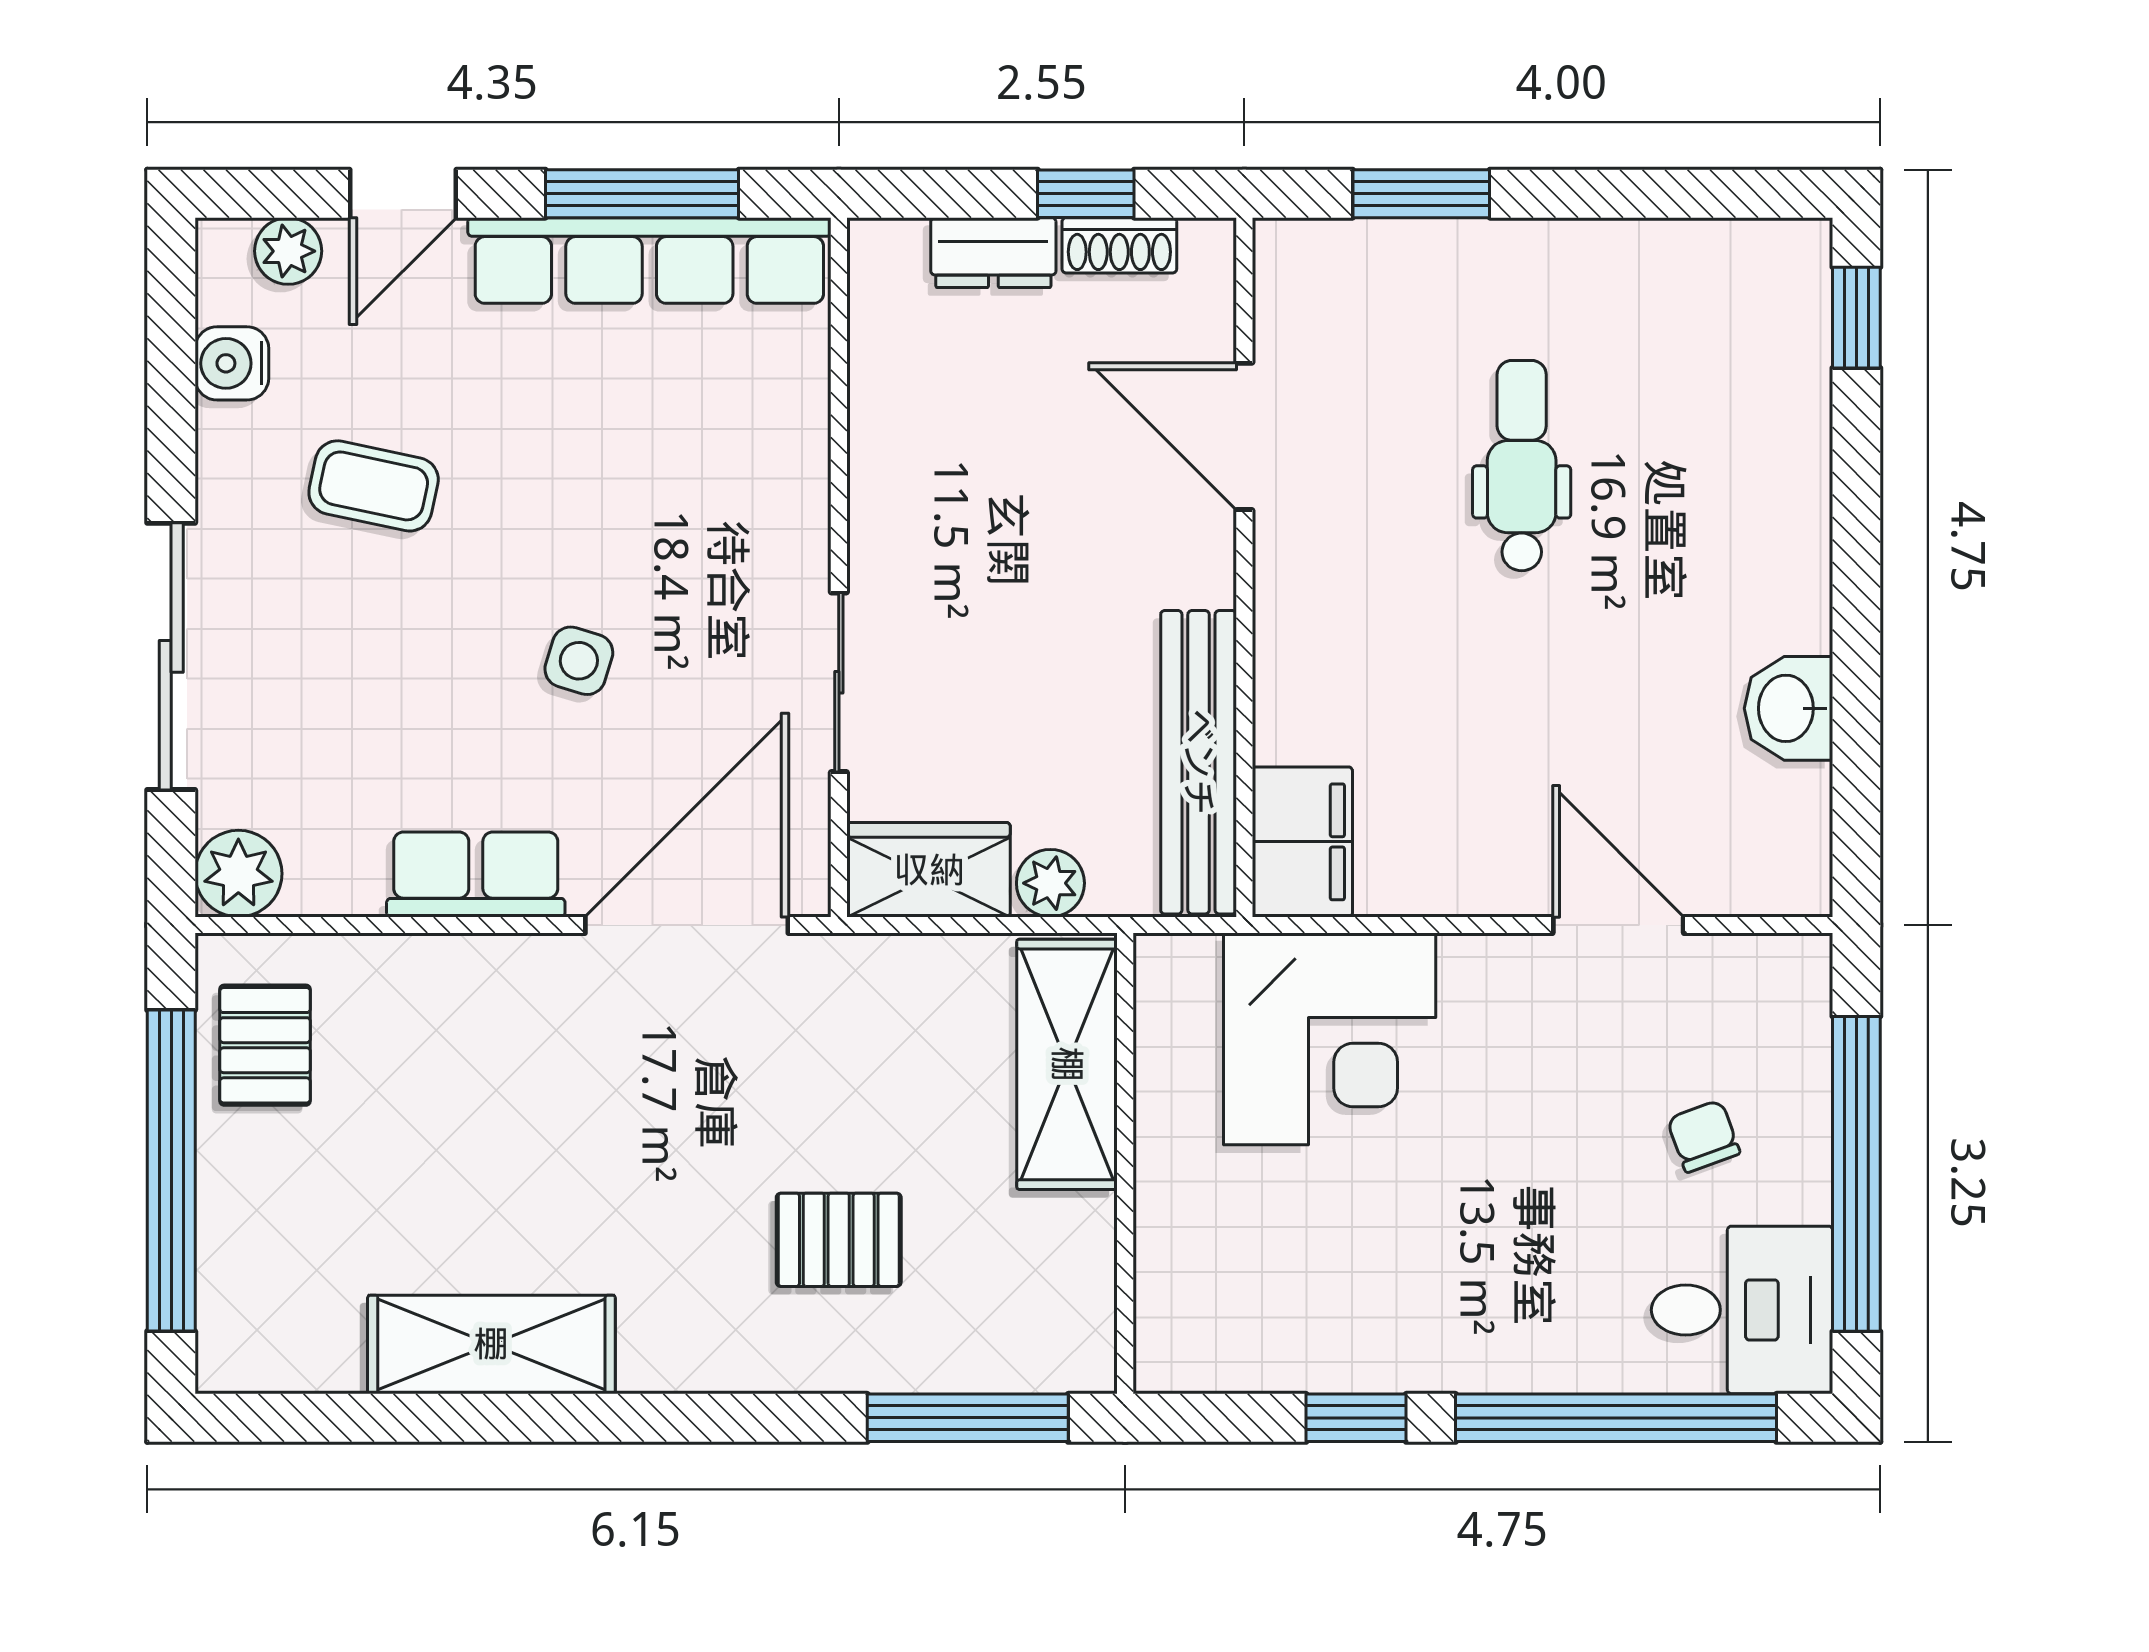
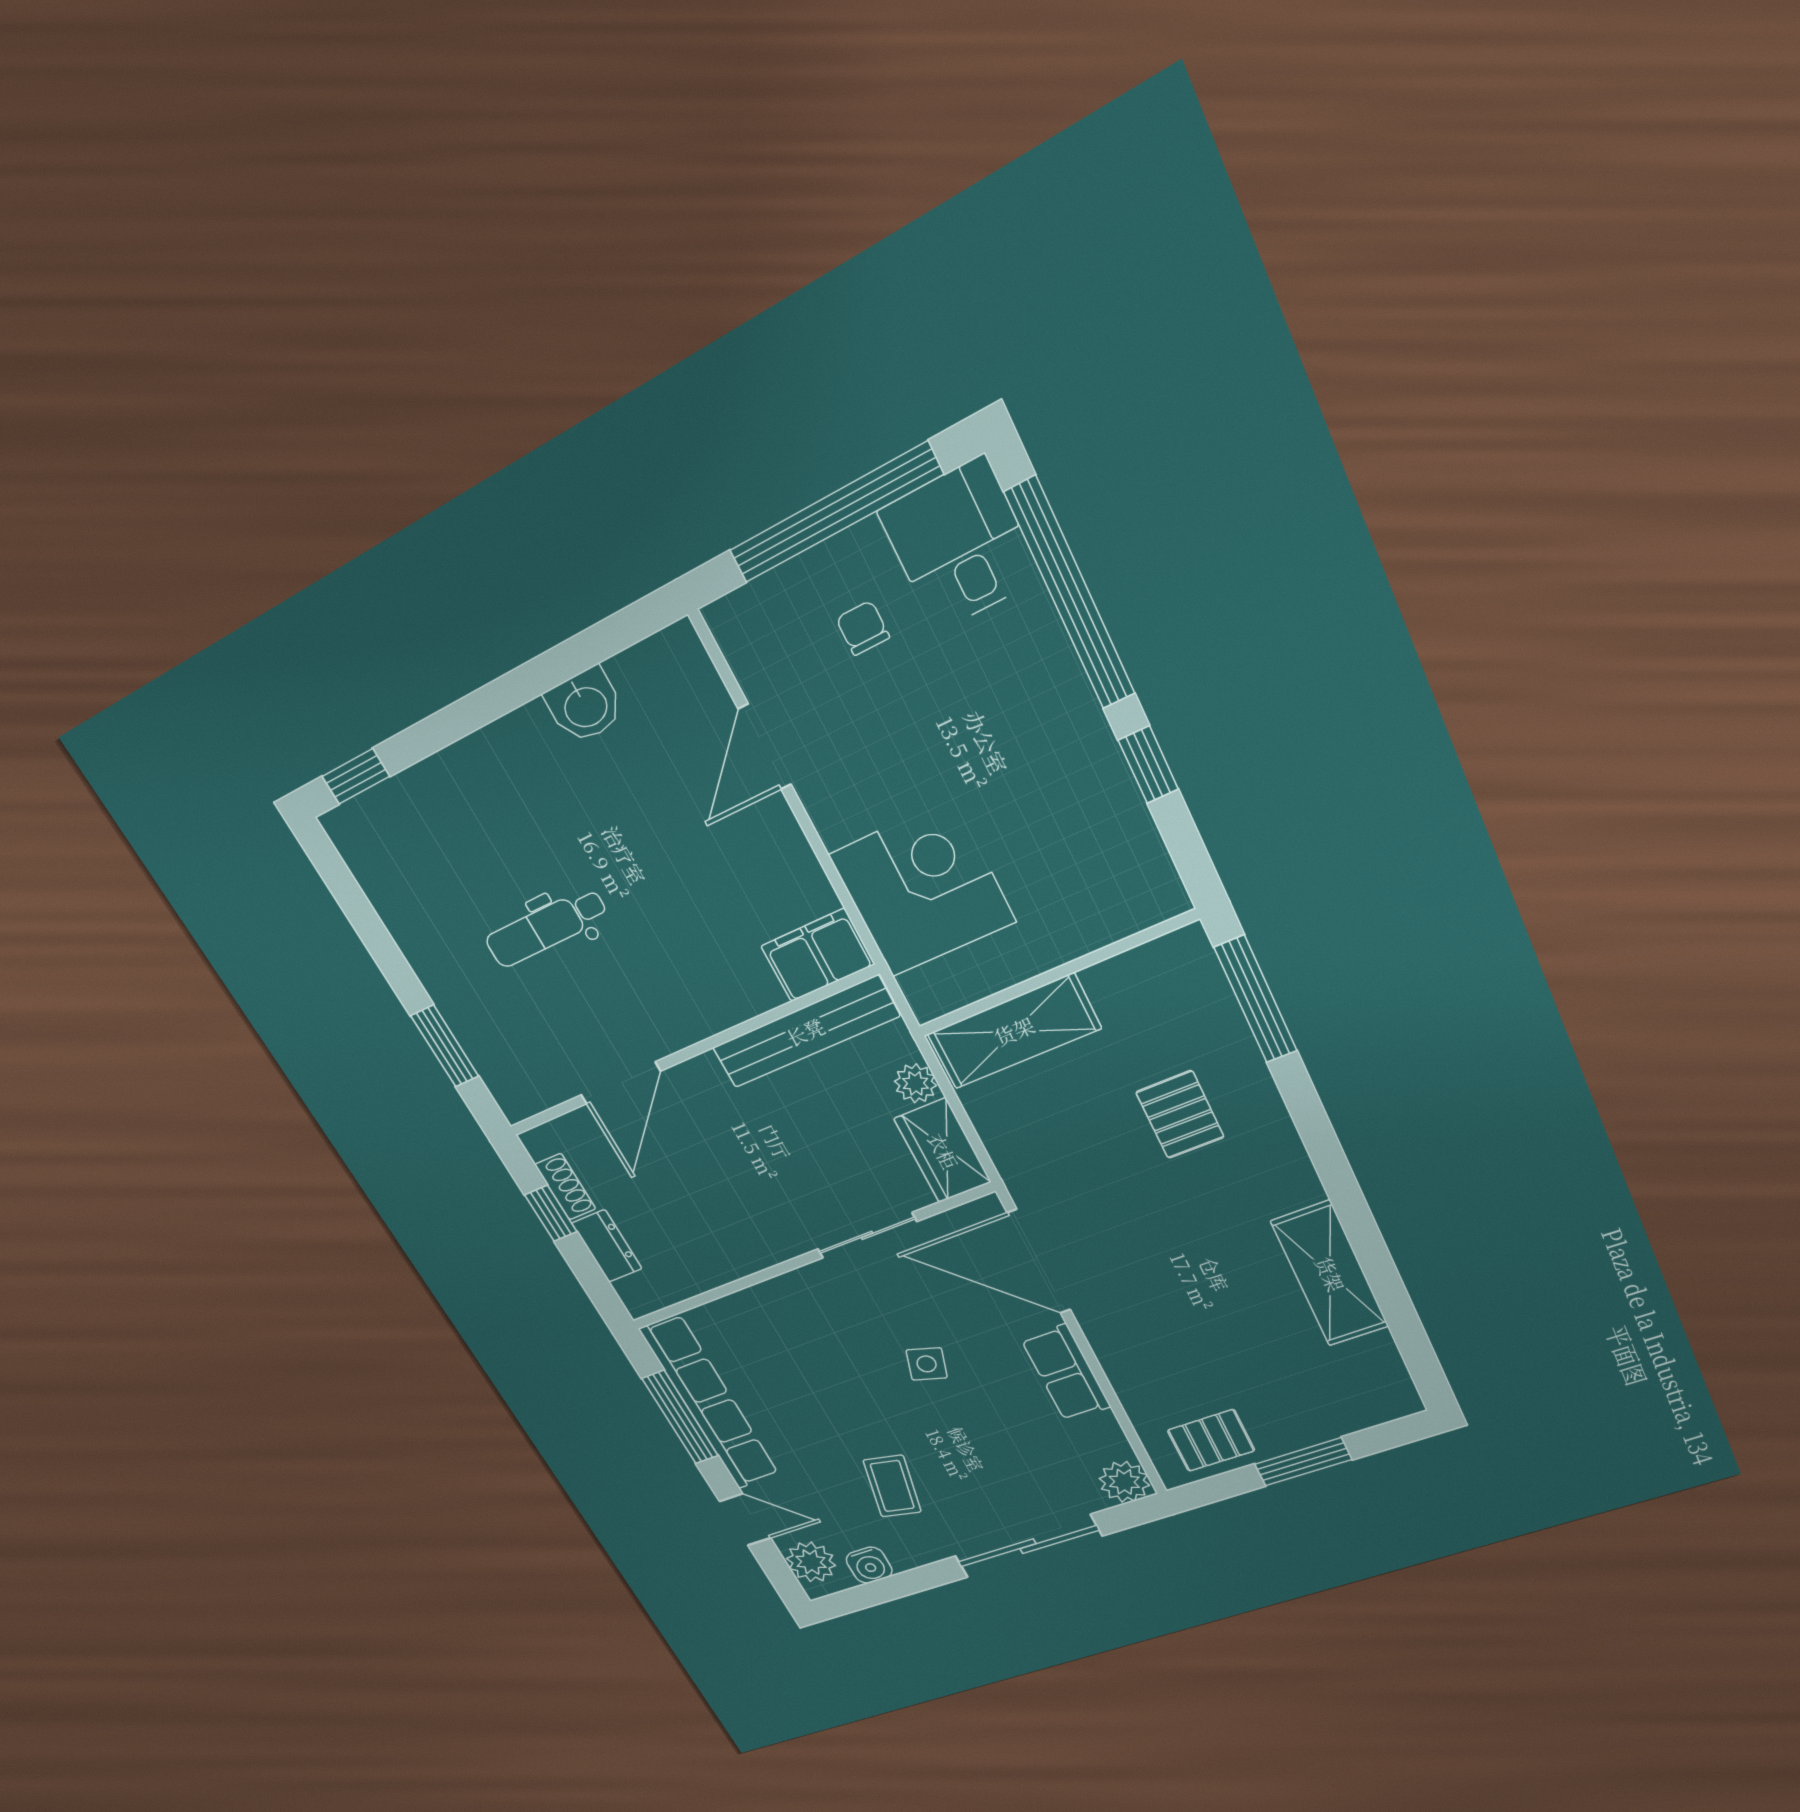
plant: (288, 251) -> (811, 1562), width x1.38, depth x1.38
chair: (1703, 1136) -> (863, 628), turned 110
window: (171, 1171) -> (1303, 1462), width x0.47

